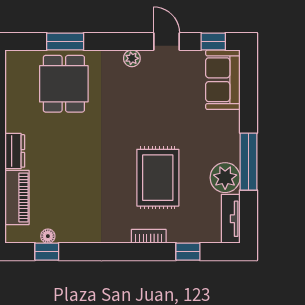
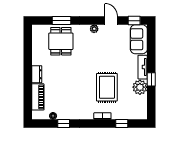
window: (249, 162) -> (151, 79), width x0.46
tv unit: (231, 219) -> (143, 67), moved
window: (47, 252) -> (64, 123), moved

